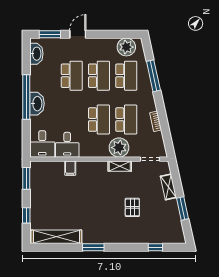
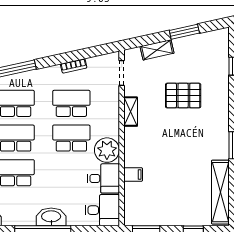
plant: (119, 148) -> (107, 150), moved
pallet: (132, 207) -> (183, 96), width x1.50, depth x1.42

